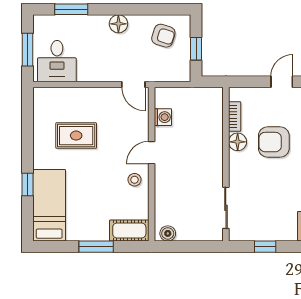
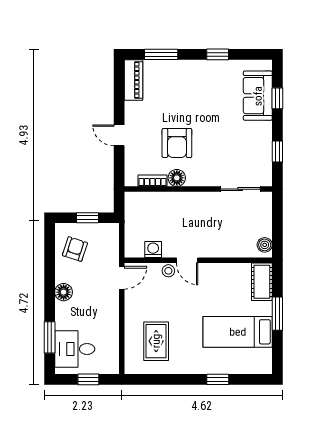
window: (28, 50) -> (88, 379), width x0.67
desk: (57, 61) -> (75, 349), moved, turned 180
rug: (76, 136) -> (156, 341), moved
stool: (135, 180) -> (168, 271), moved
bed: (49, 205) -> (238, 332), moved

